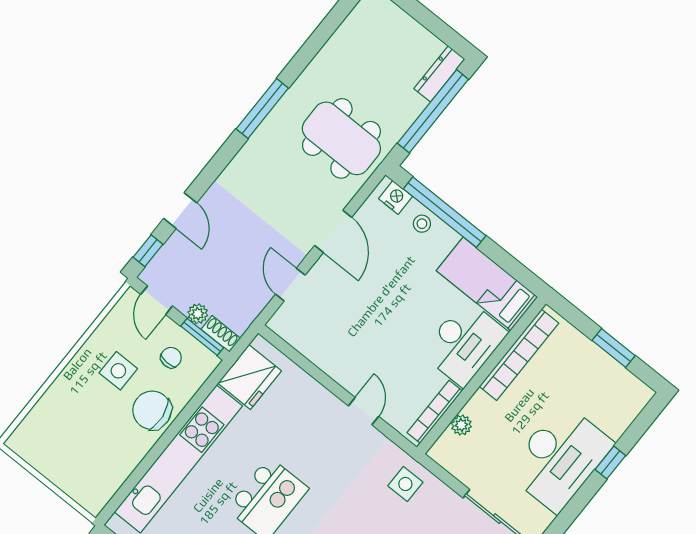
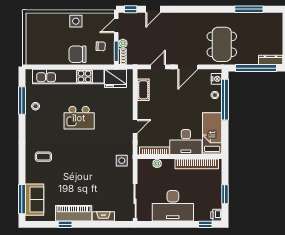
window: (262, 109) -> (249, 9), moved
cot: (310, 344) -> (143, 90), added
side table: (118, 371) -> (76, 21), moved
printer: (639, 394) -> (216, 215), added
chair: (152, 410) -> (78, 54), turned -83
window: (610, 463) -> (205, 224), moved

